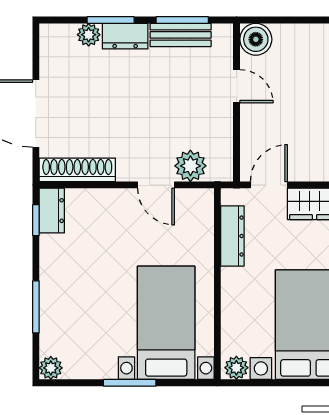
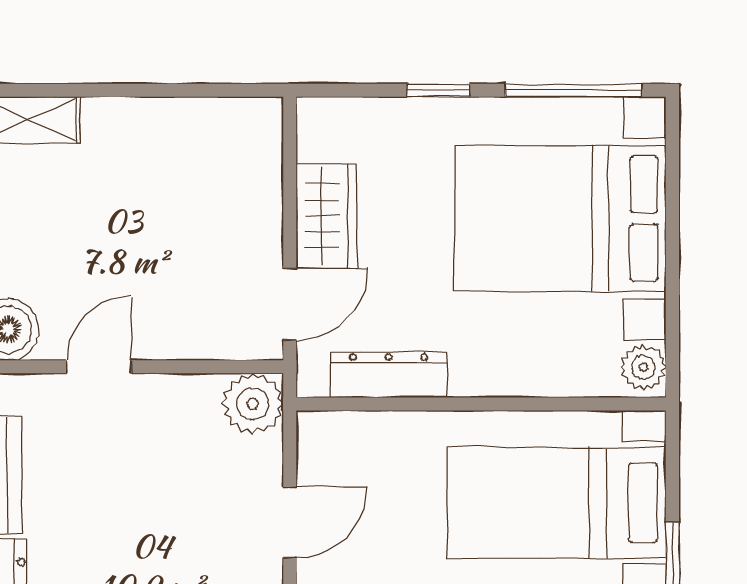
plant: (190, 166) -> (253, 404), moved
door: (269, 185) -> (290, 304), swing flipped

